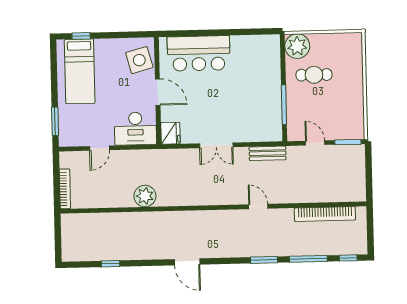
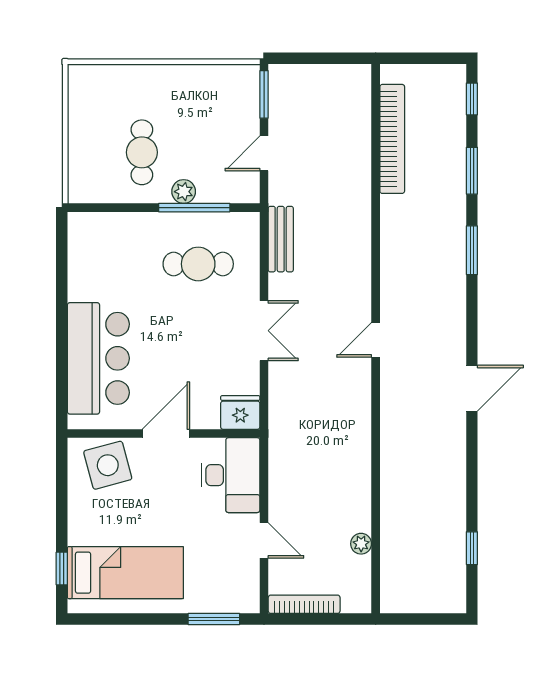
plant: (297, 46) -> (184, 192), moved, width x0.53, depth x0.53
cafe table: (253, 108) -> (198, 264), added
bookcase: (65, 189) -> (304, 604), moved
plant: (145, 196) -> (361, 544), moved, width x0.53, depth x0.53
door: (258, 206) -> (376, 340), moved
window: (308, 259) -> (472, 171), width x0.69
window: (111, 264) -> (472, 548), moved

